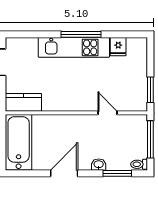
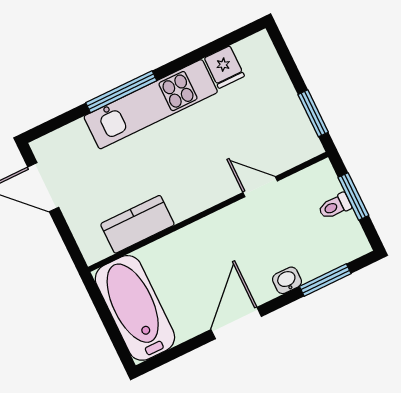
window: (81, 34) -> (121, 92), moved
kitchen counter: (23, 102) -> (137, 224), moved
window: (150, 139) -> (353, 196), width x0.69
toilet: (139, 164) -> (335, 206), moved

